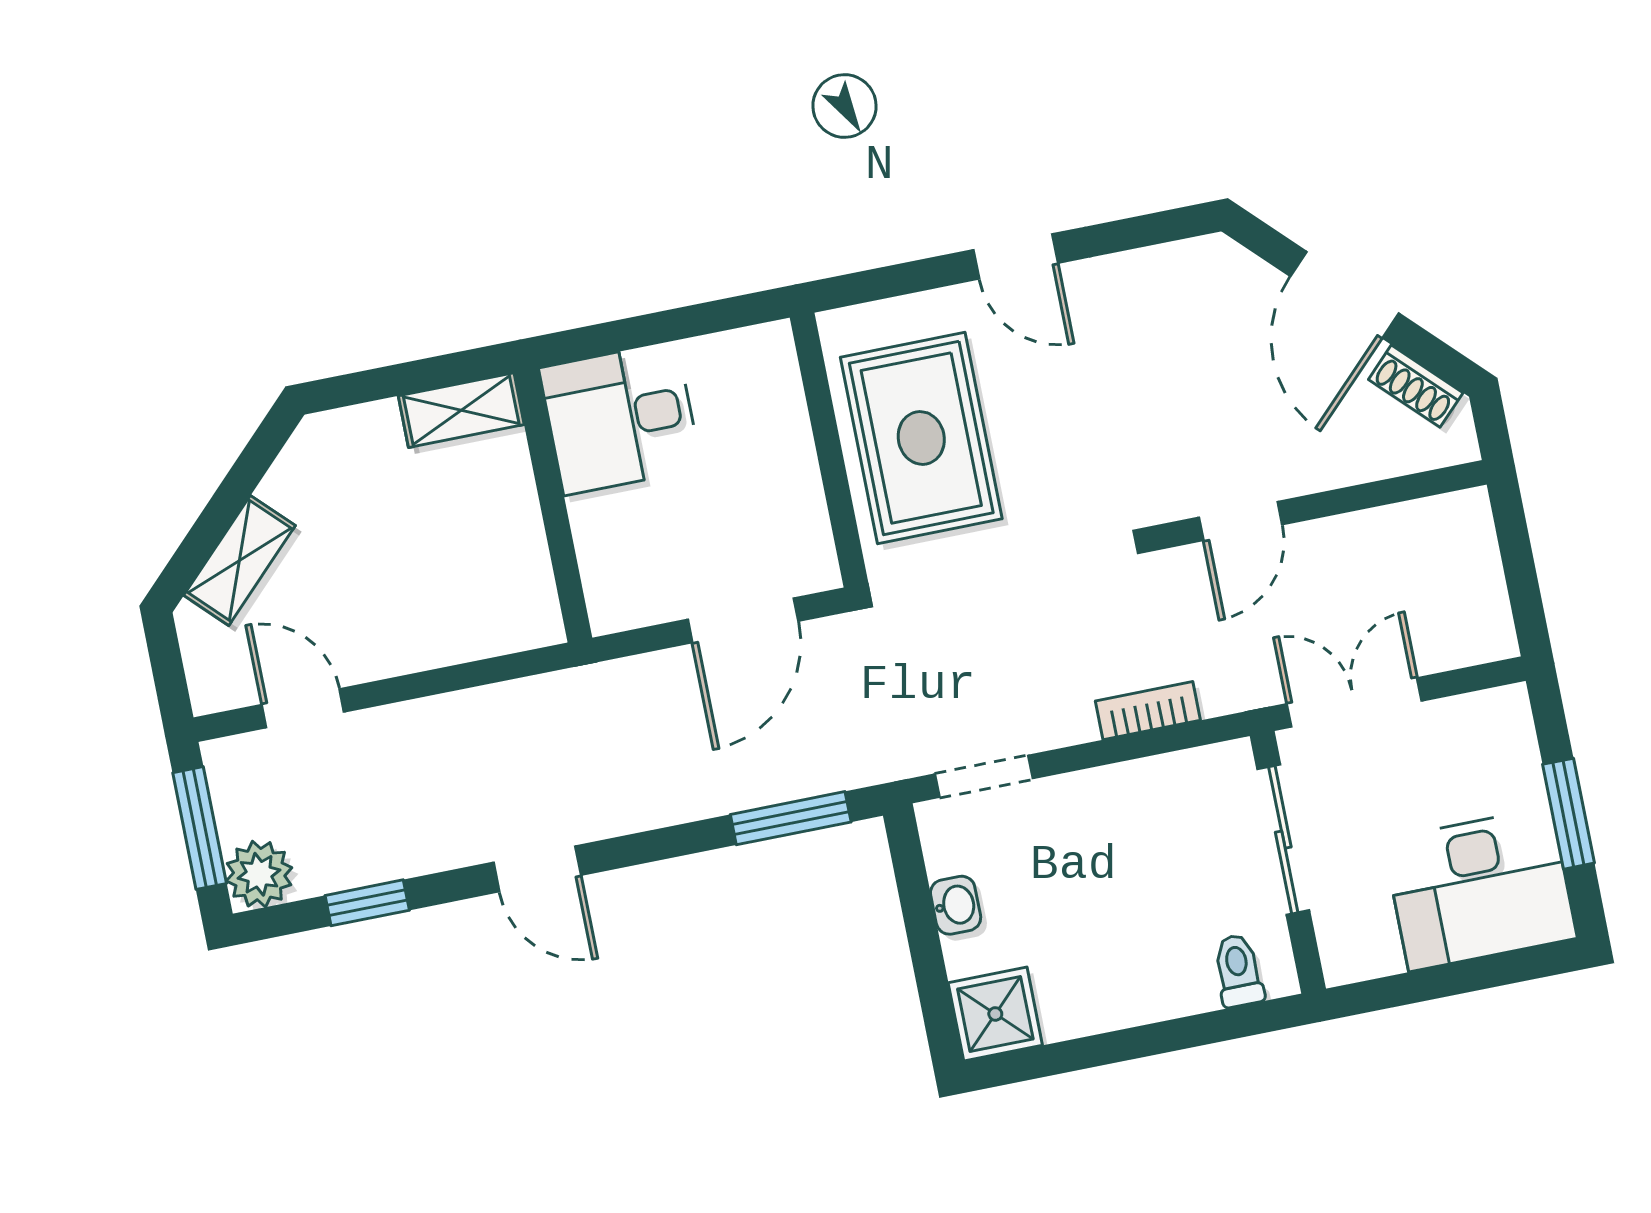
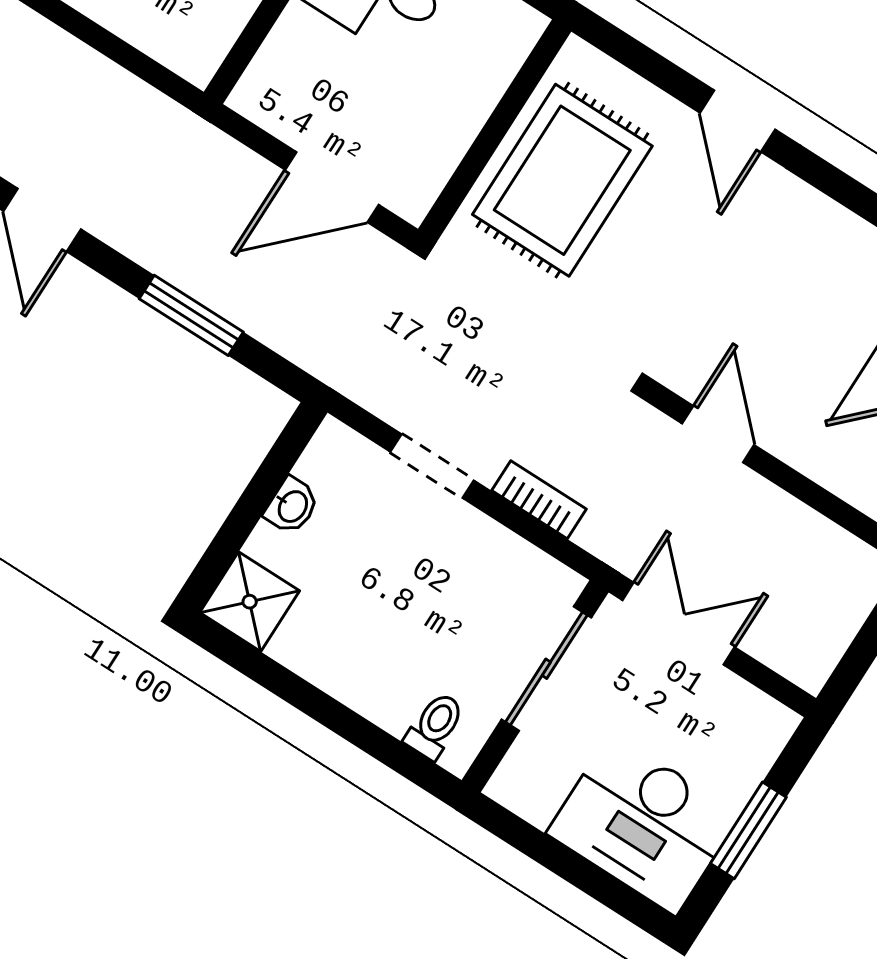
door: (1240, 521) -> (718, 434), swing flipped
doorway: (984, 776) -> (432, 466), moved
window: (791, 818) -> (191, 315), moved

